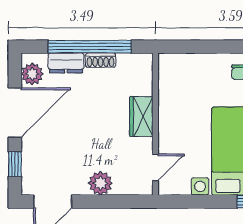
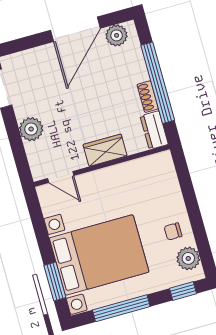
dresser: (66, 63) -> (154, 130), moved
door: (15, 113) -> (75, 29), hinge flipped
window: (15, 164) -> (27, 43), removed

